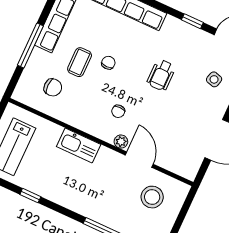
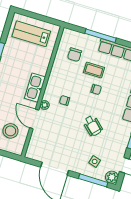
wheelchair: (161, 75) -> (93, 126), turned -137
kitchen sink: (79, 145) -> (35, 88), moved
door: (139, 160) -> (34, 119), swing flipped

